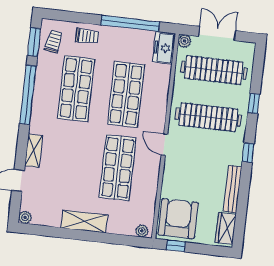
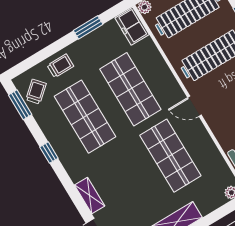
window: (130, 23) -> (88, 27), width x0.47
trolley: (54, 41) -> (36, 92), turned 39
window: (28, 95) -> (49, 153), width x0.32

